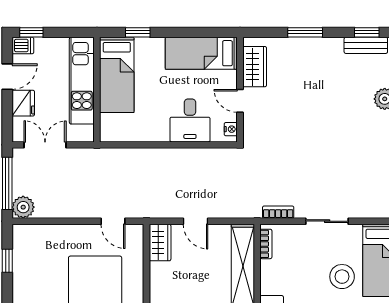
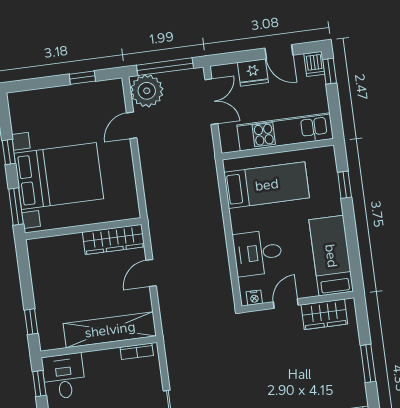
bed: (117, 75) -> (267, 185), moved, turned 180
plant: (23, 207) -> (147, 91), width x1.36, depth x1.36
bookcase: (278, 212) -> (172, 360), removed
door: (113, 221) -> (132, 125), moved
wardrobe: (160, 242) -> (113, 239), width x1.50

